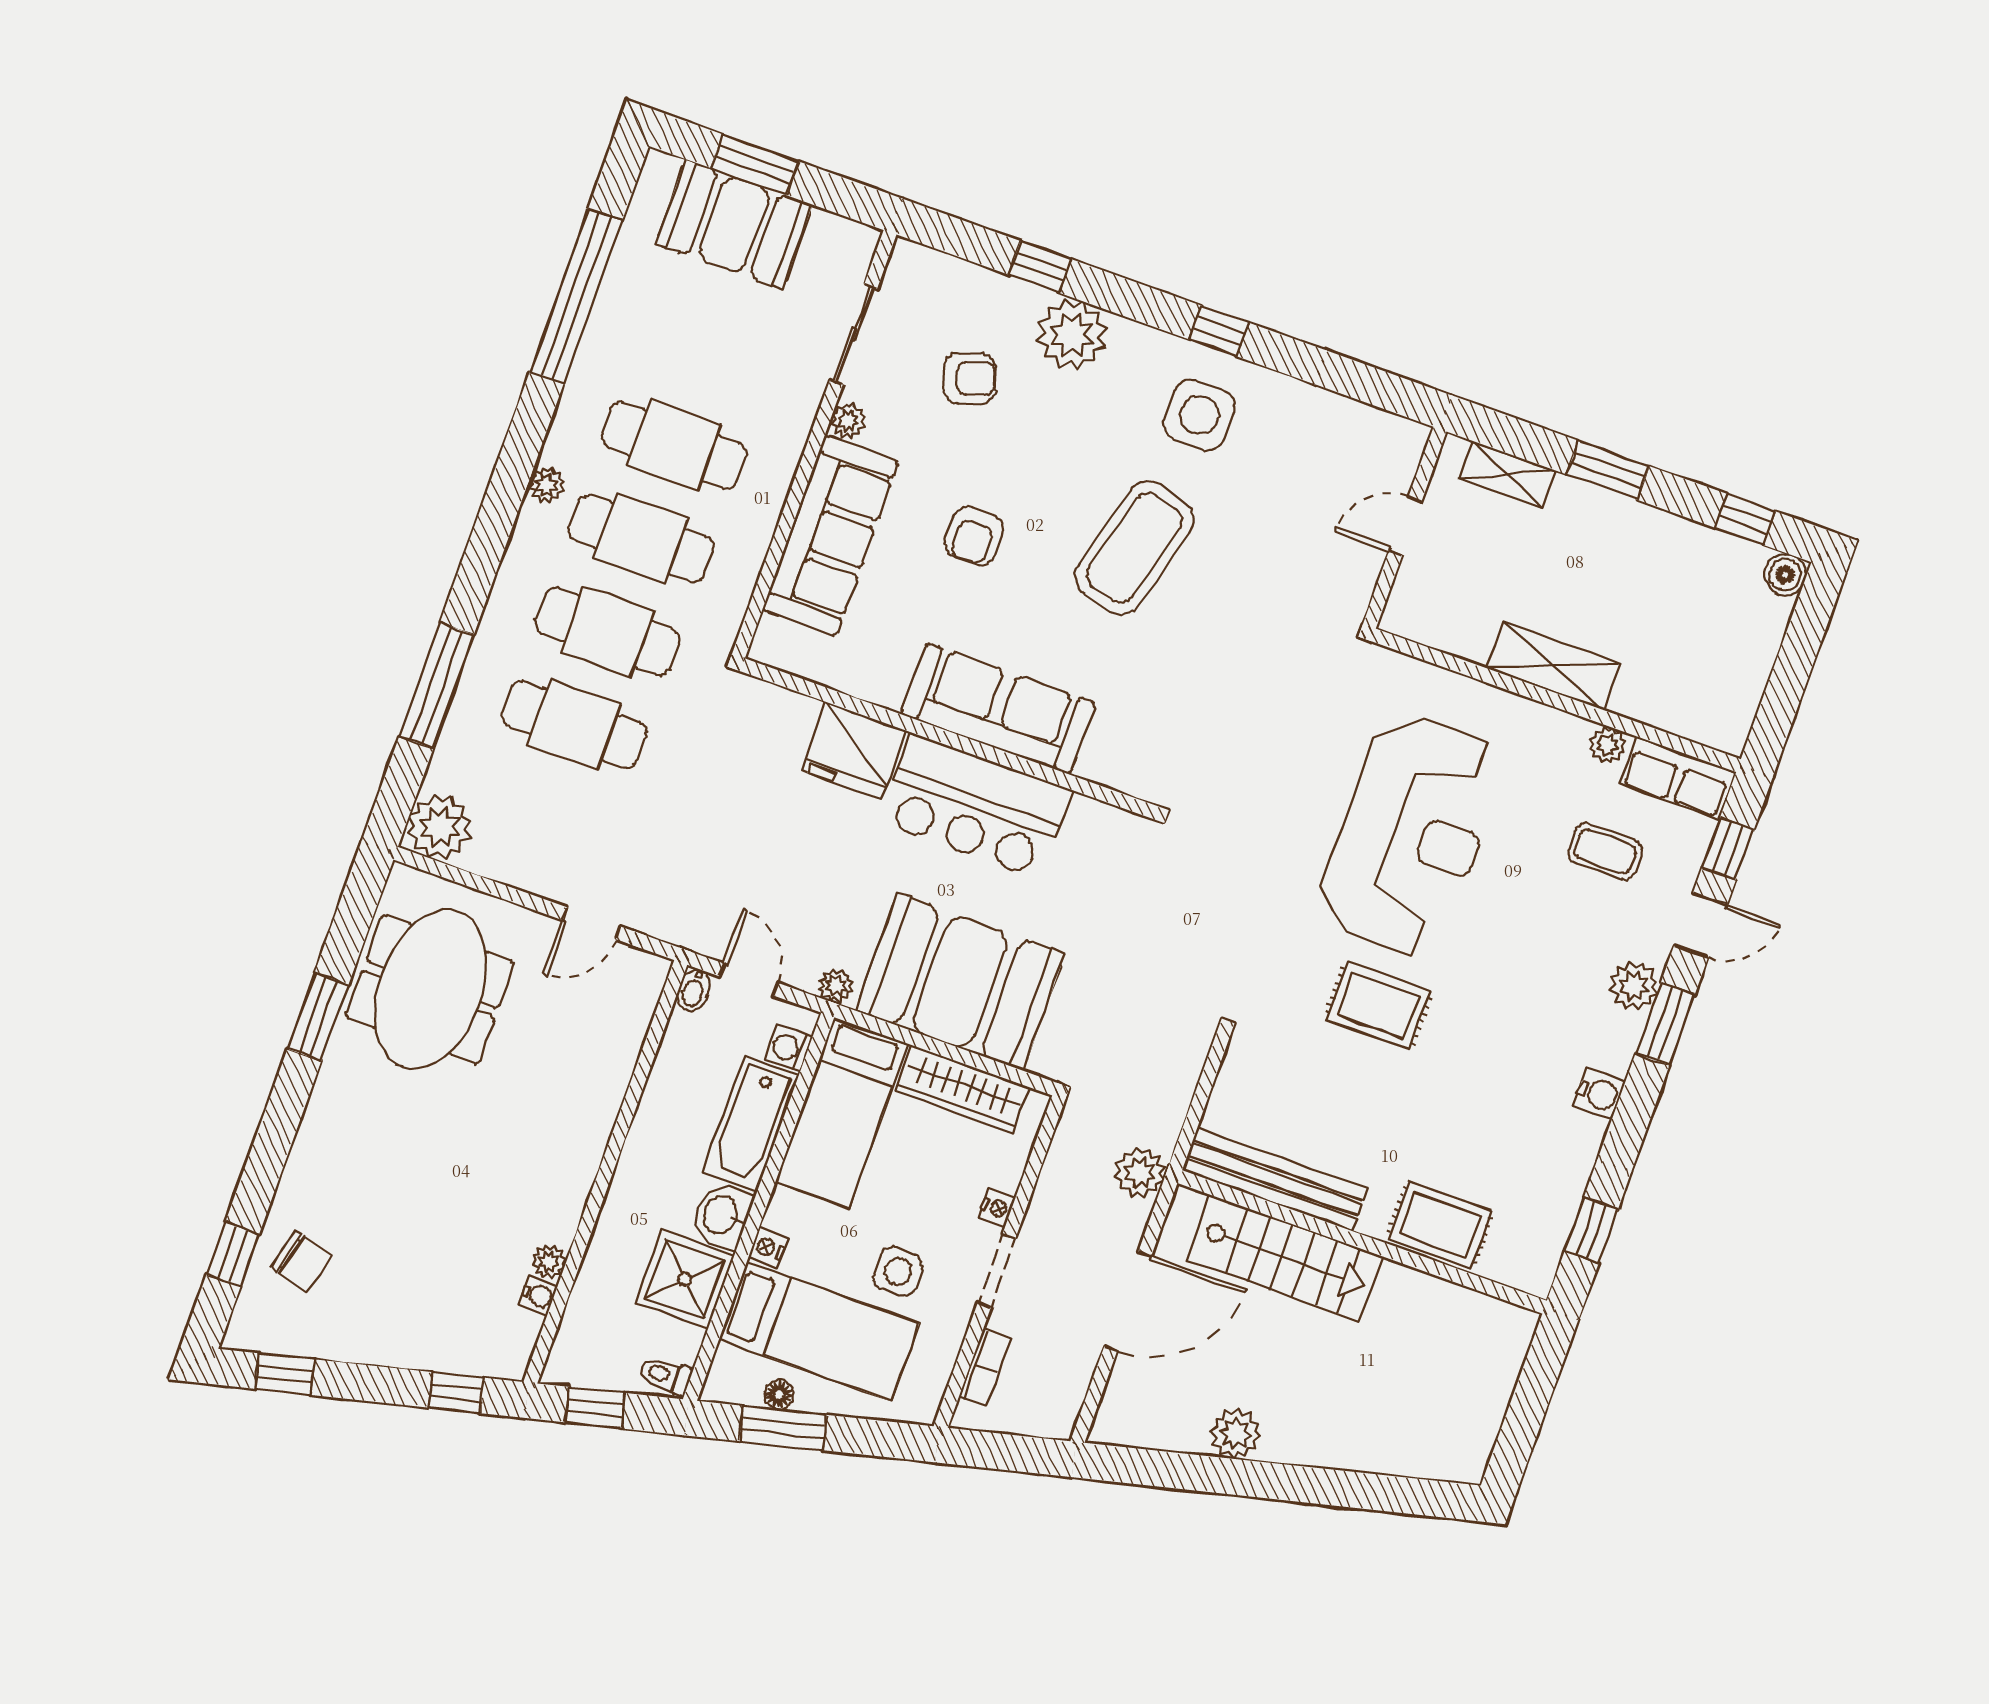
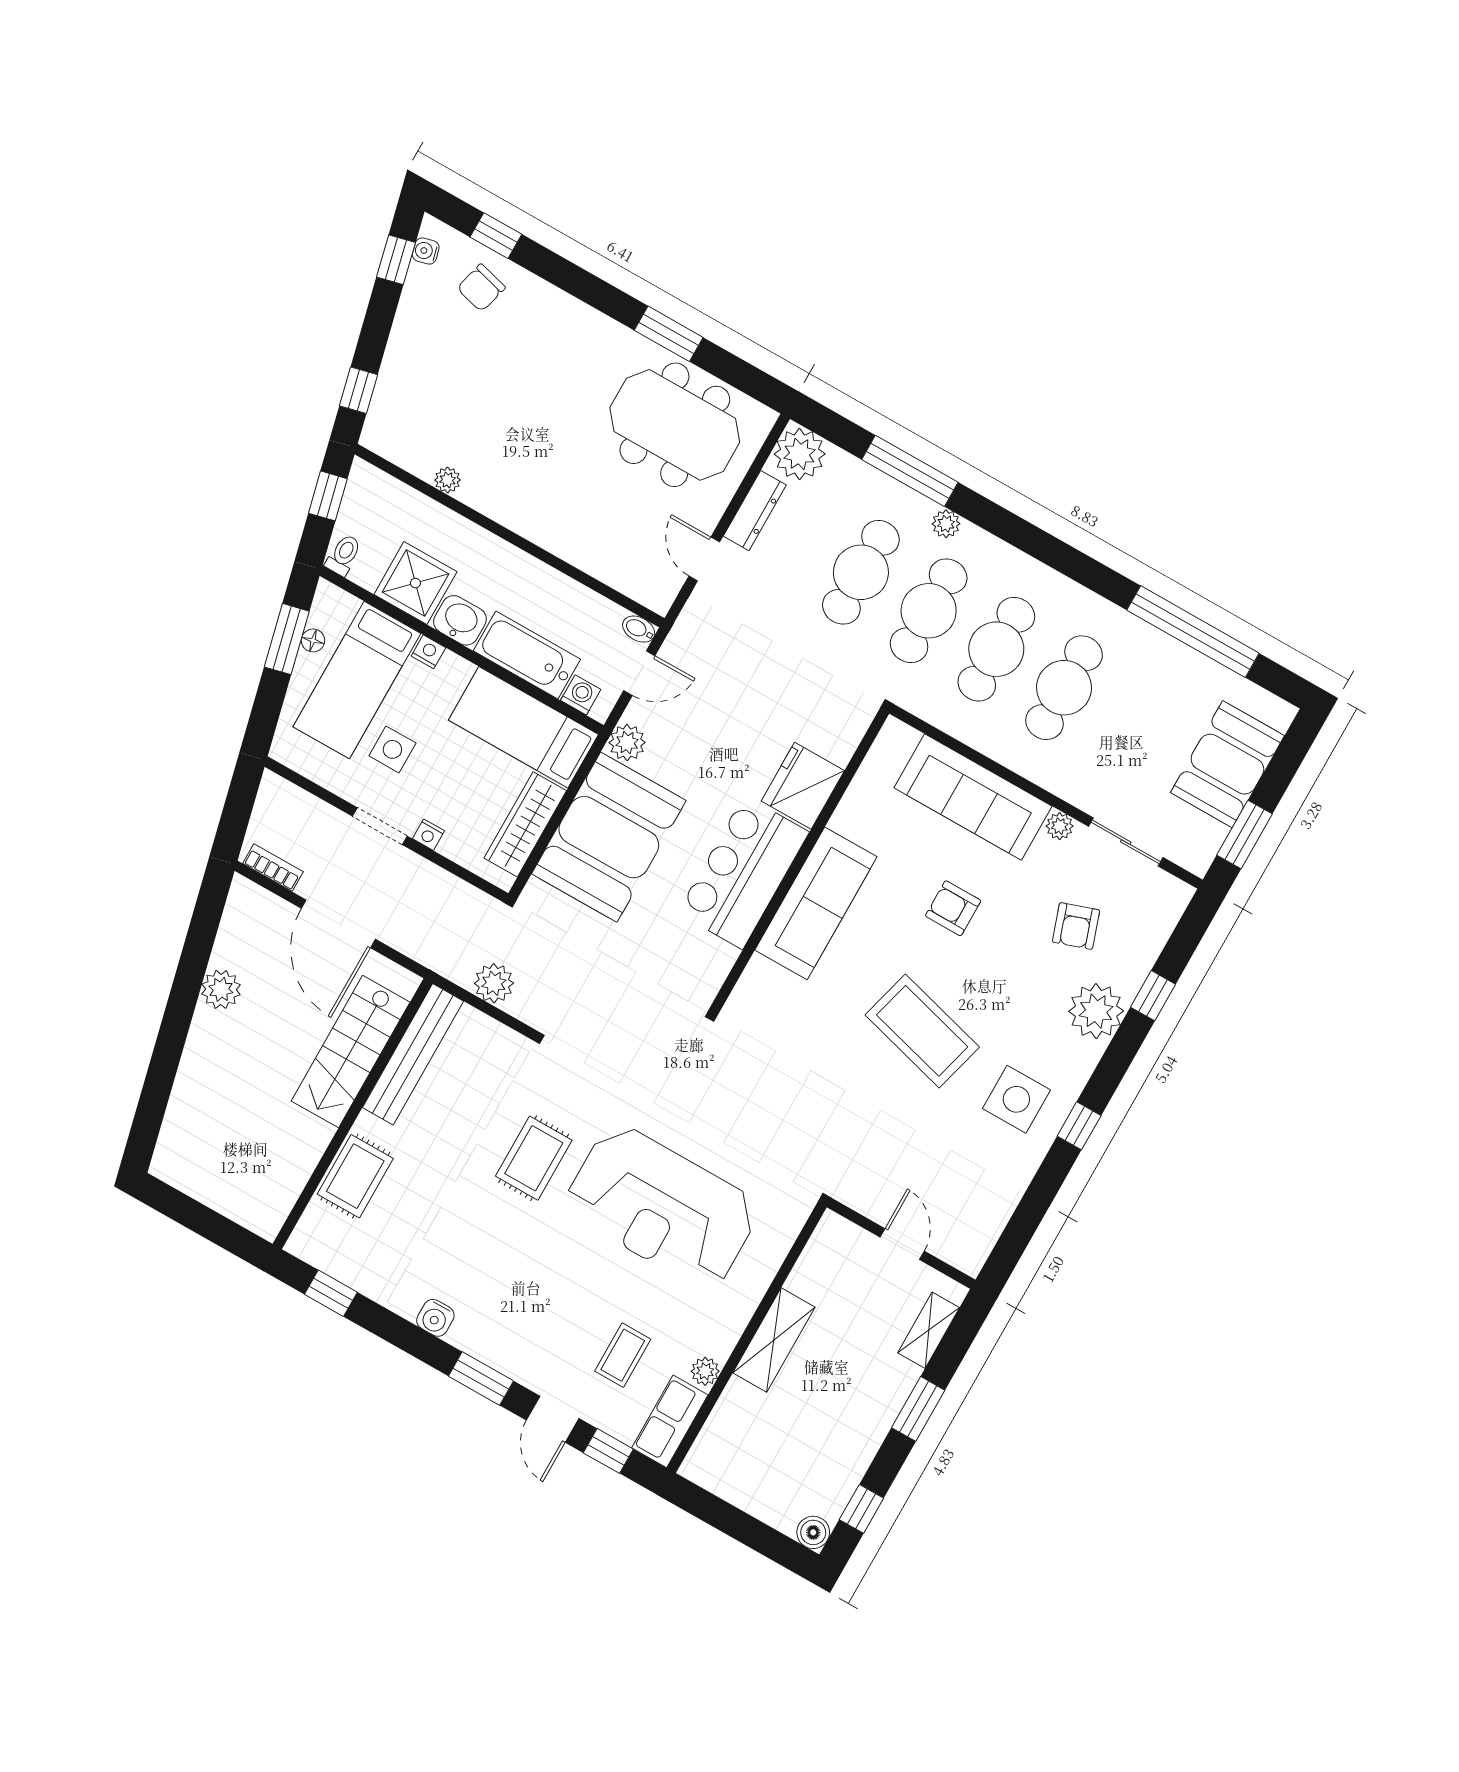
window: (755, 165) -> (1245, 835), moved
plant: (546, 485) -> (946, 524), moved
dresser: (520, 871) -> (755, 511), added
plant: (836, 986) -> (627, 743), width x1.38, depth x1.38
plant: (1634, 986) -> (514, 1359), removed
plant: (1140, 1173) -> (494, 983), moved
water cooler: (538, 1295) -> (426, 251), moved, turned 76
bookcase: (985, 1367) -> (273, 868), moved, turned 180

